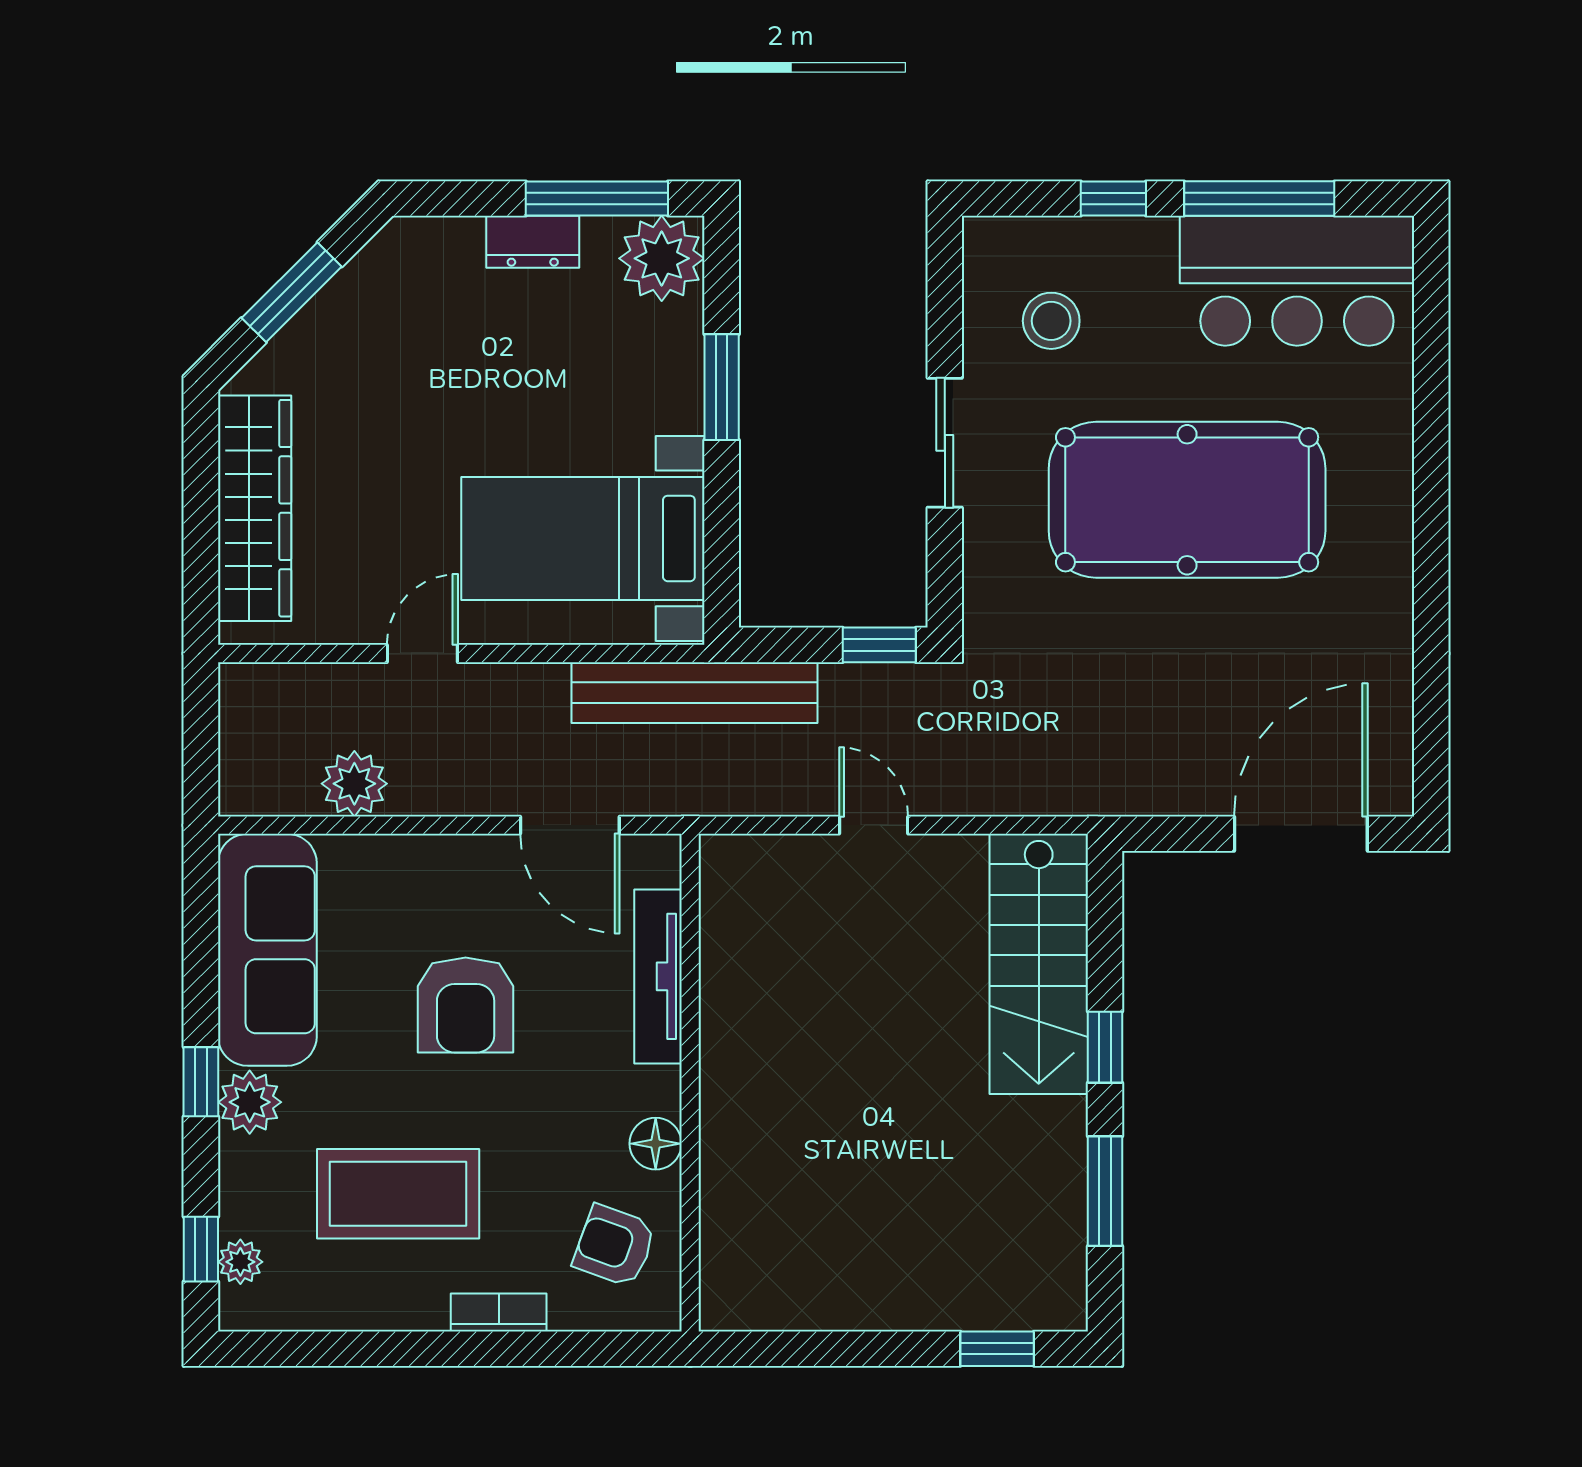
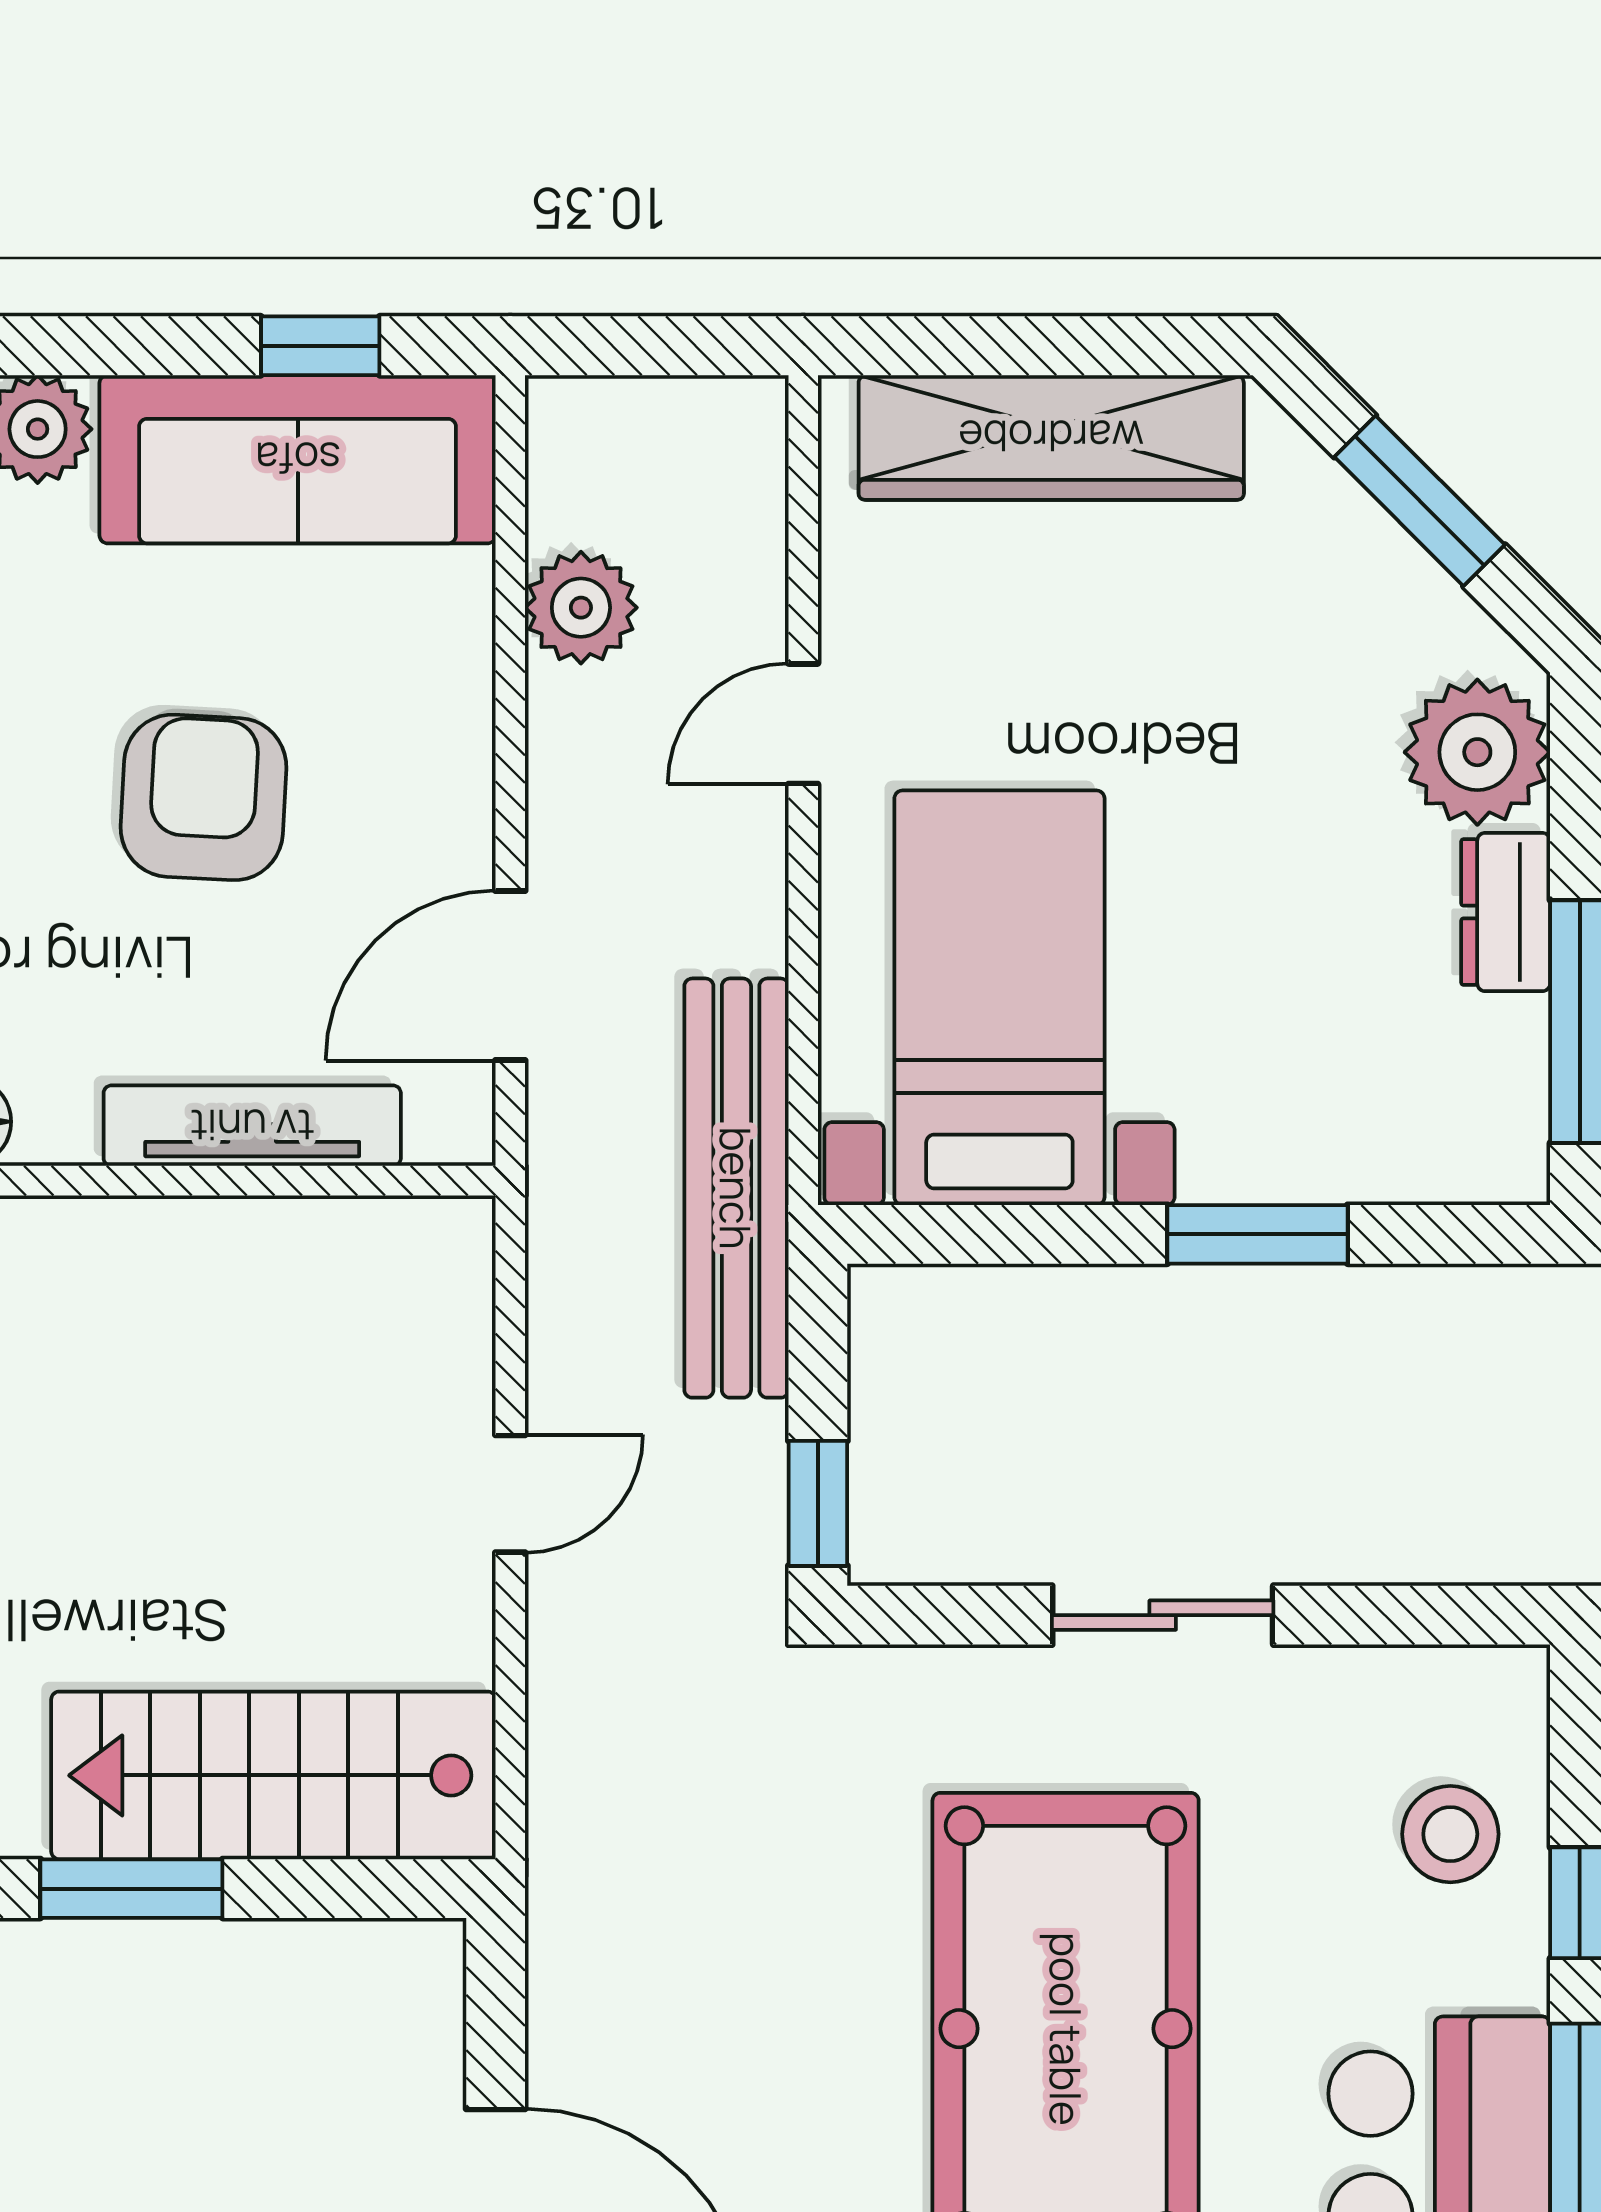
plant: (662, 258) -> (1477, 752), moved
stool: (1051, 321) -> (1450, 1834), moved
door: (422, 653) -> (803, 724), swing flipped
armchair: (466, 1005) -> (204, 797), turned 93
window: (1105, 1047) -> (131, 1889), width x1.50
window: (201, 1082) -> (320, 346), moved

